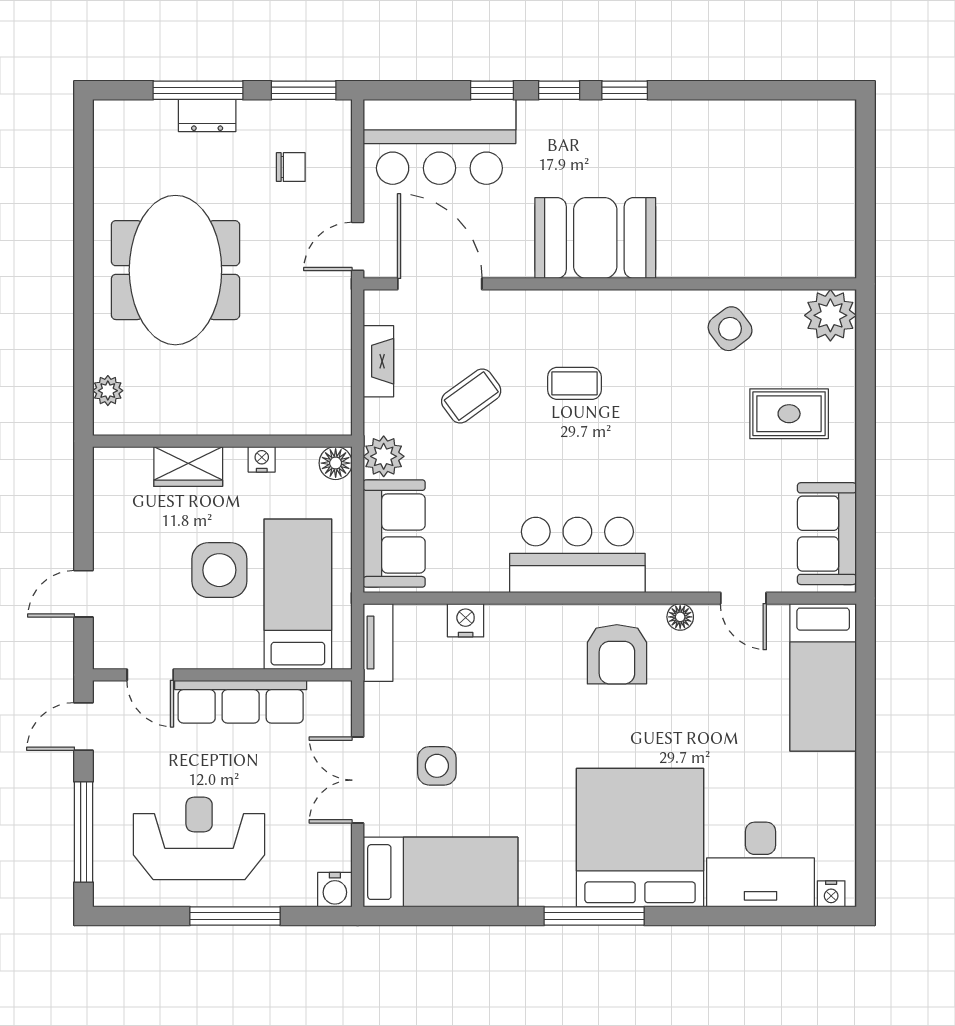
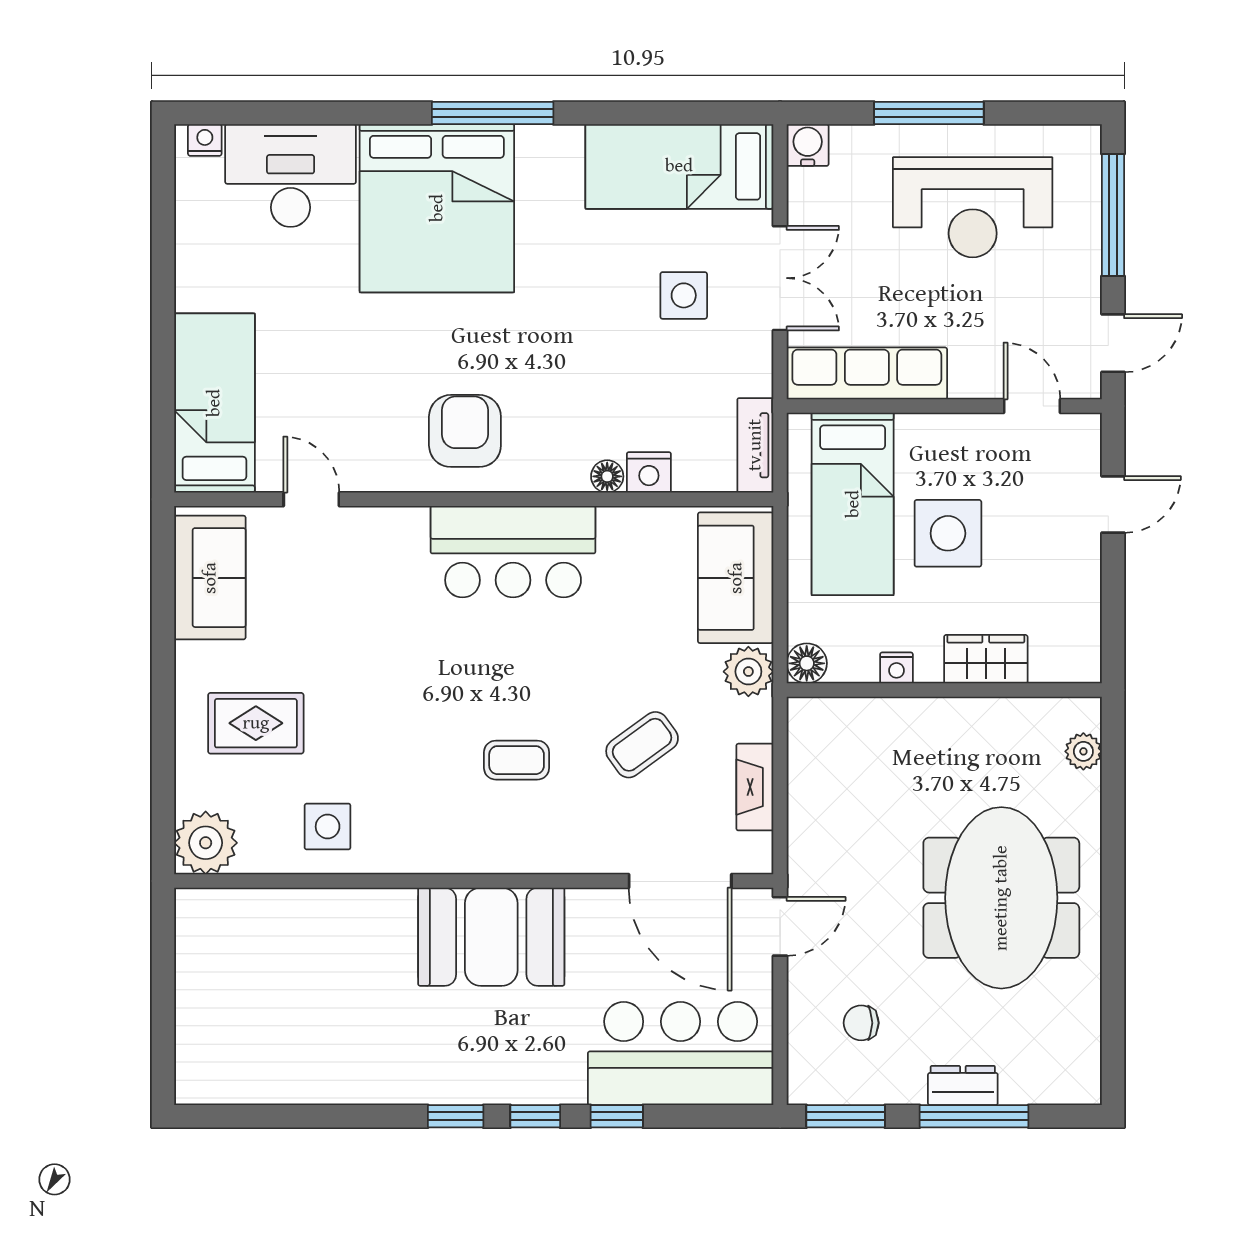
side table: (730, 329) -> (328, 827), turned 37
floor lamp: (680, 617) -> (607, 476), moved
row of seats: (241, 702) -> (867, 373), moved

